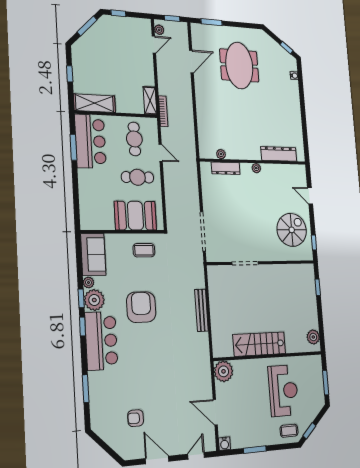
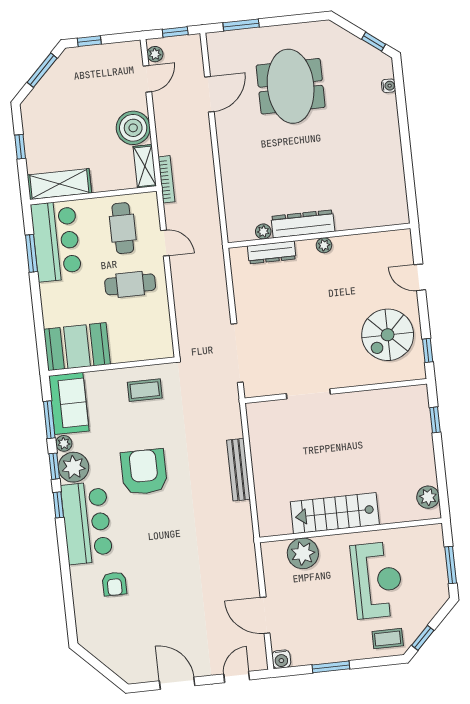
boiler: (144, 74) -> (133, 128), added
dresser: (279, 154) -> (303, 224), moved
booth: (135, 216) -> (77, 347), moved
spiral stairs: (292, 230) -> (388, 335), turned 180
plant: (224, 371) -> (303, 553), moved
window: (86, 389) -> (49, 420), moved
armchair: (136, 418) -> (114, 584), moved, turned -90

